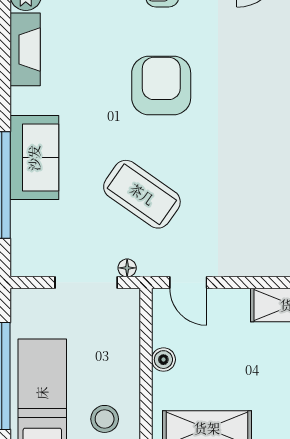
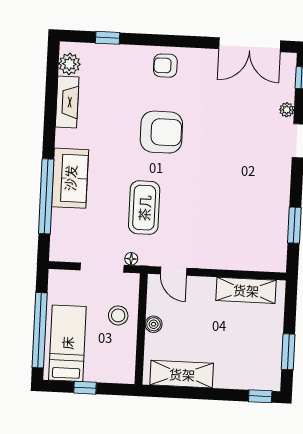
armchair: (161, 86) -> (161, 132), turned 90
coffee table: (142, 194) -> (144, 208), turned 55
stool: (105, 419) -> (118, 315), moved

